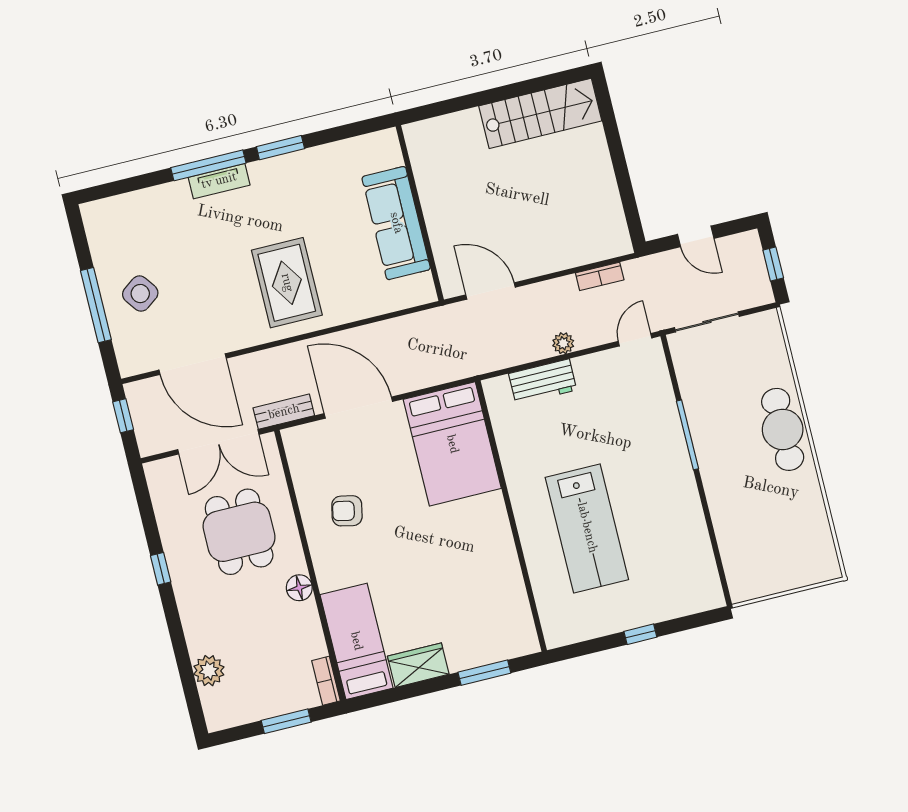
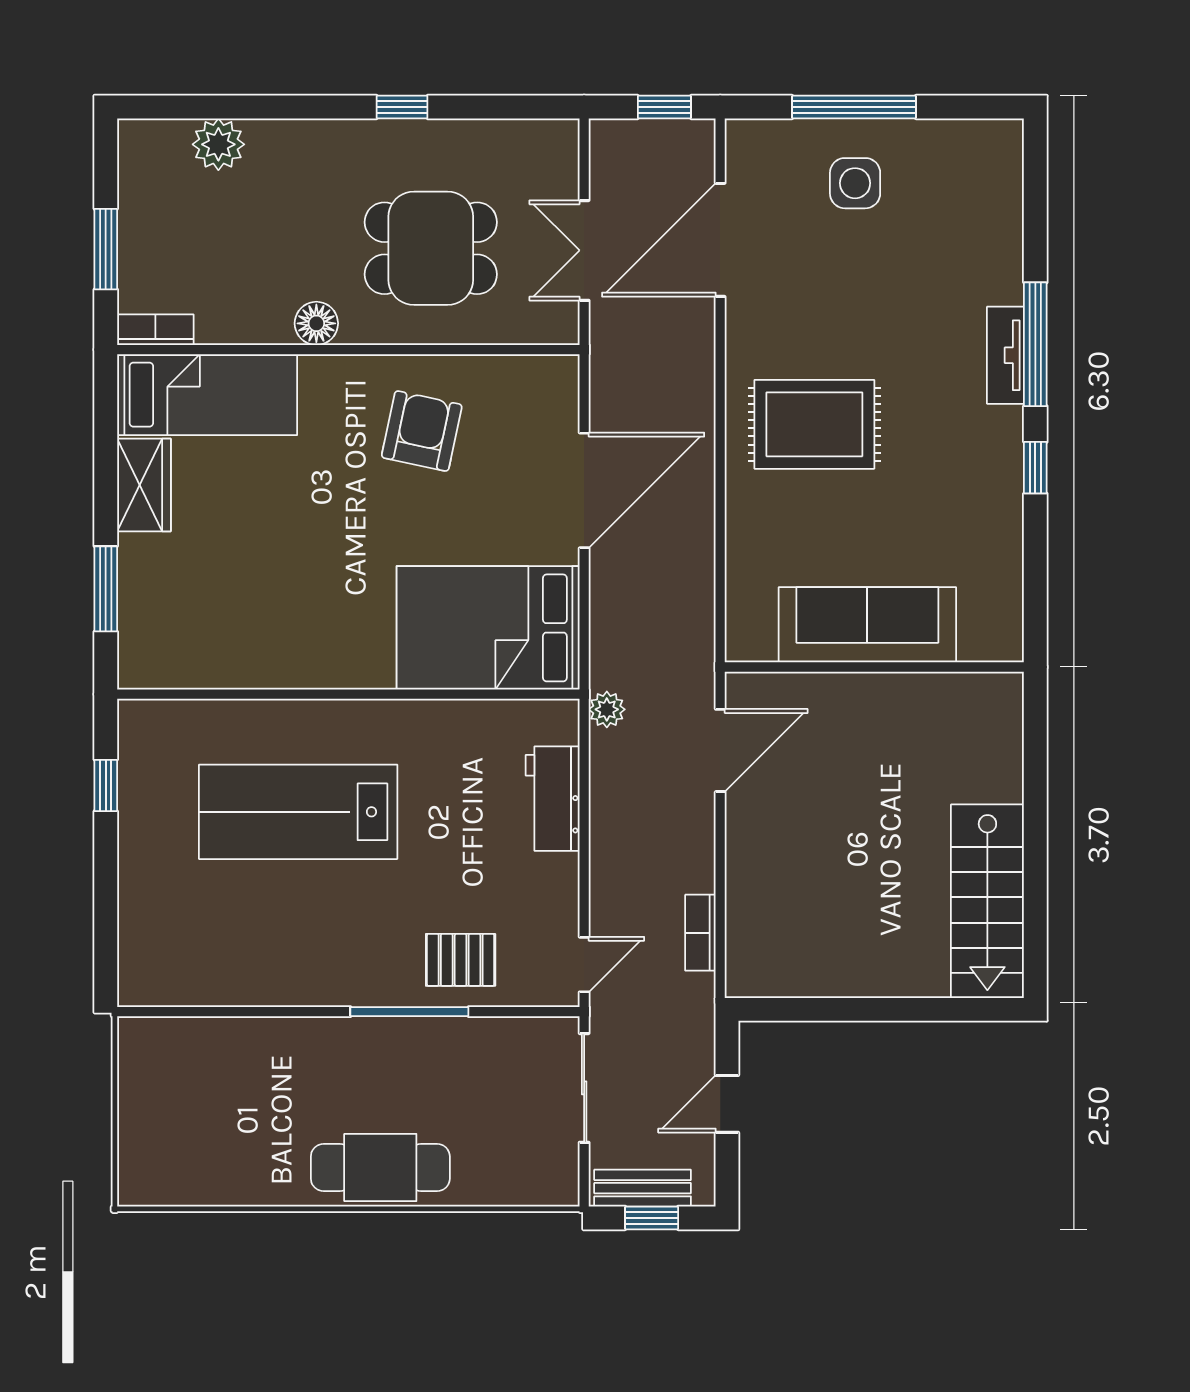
window: (280, 148) -> (1035, 468), width x0.67
side table: (140, 294) -> (855, 183), turned 36
door: (635, 340) -> (584, 965), hinge flipped
plant: (563, 343) -> (607, 709), moved
bench: (284, 412) -> (643, 1188), moved, turned 90
pallet: (650, 412) -> (461, 960), added
double door: (218, 442) -> (584, 250), width x0.73
armchair: (347, 511) -> (422, 431), width x1.38, depth x1.38
window: (640, 634) -> (106, 785), moved

